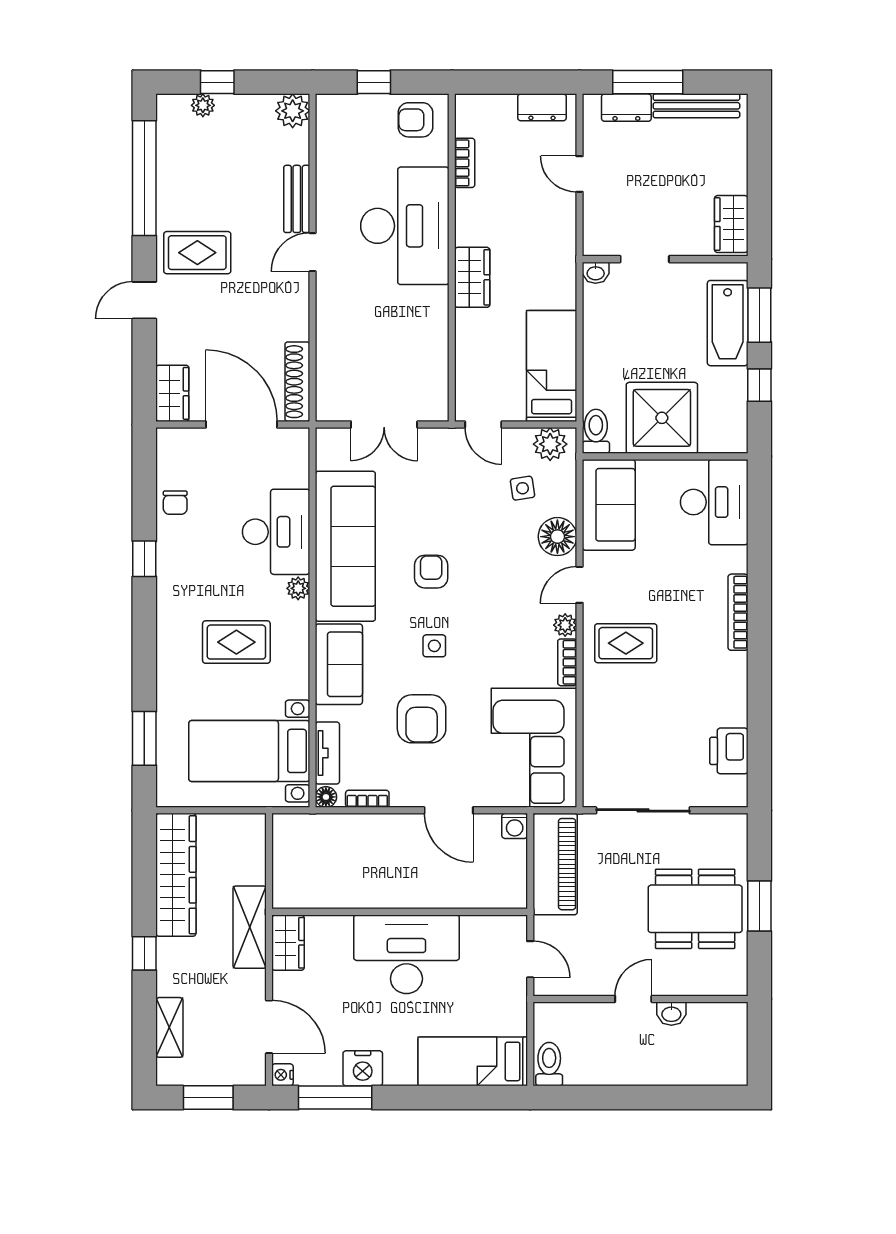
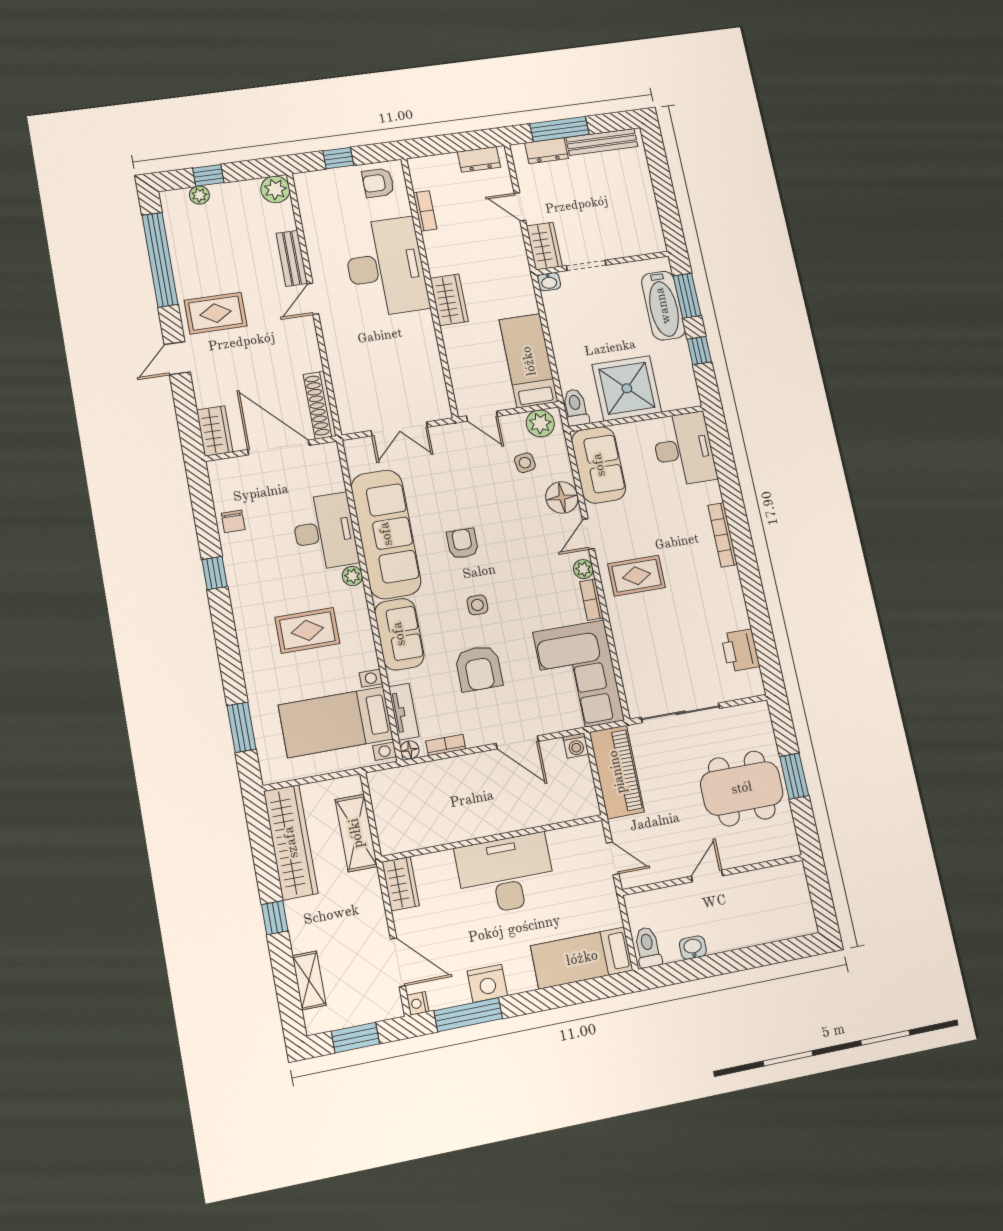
wardrobe: (731, 224) -> (544, 246), moved, turned 180
shelving: (250, 927) -> (356, 833), moved
washbasin: (671, 1014) -> (693, 948), moved, turned 180

